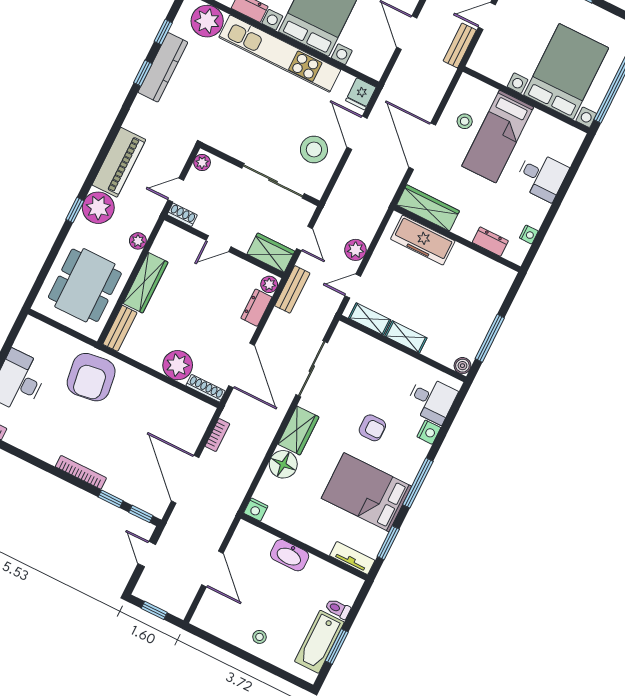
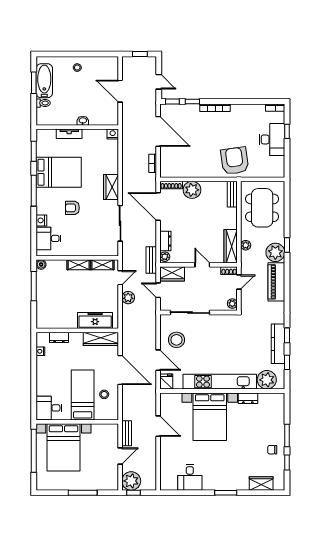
desk: (542, 176) -> (49, 408), moved
door: (218, 244) -> (202, 265), hinge flipped
wardrobe: (146, 283) -> (231, 246), moved
floor lamp: (283, 464) -> (110, 165), removed
washbasin: (290, 555) -> (83, 121), width x0.52, depth x0.69
tv unit: (352, 558) -> (69, 134), moved

